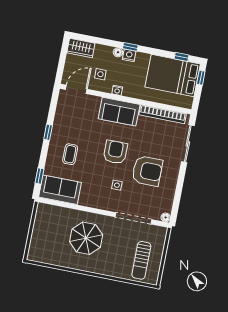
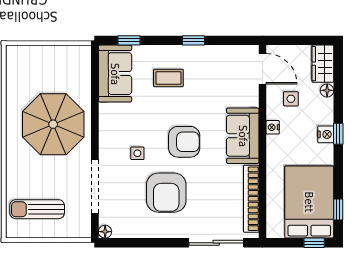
floor lamp: (118, 52) -> (327, 90), moved
parasol: (86, 238) -> (53, 124), width x1.36, depth x1.36

